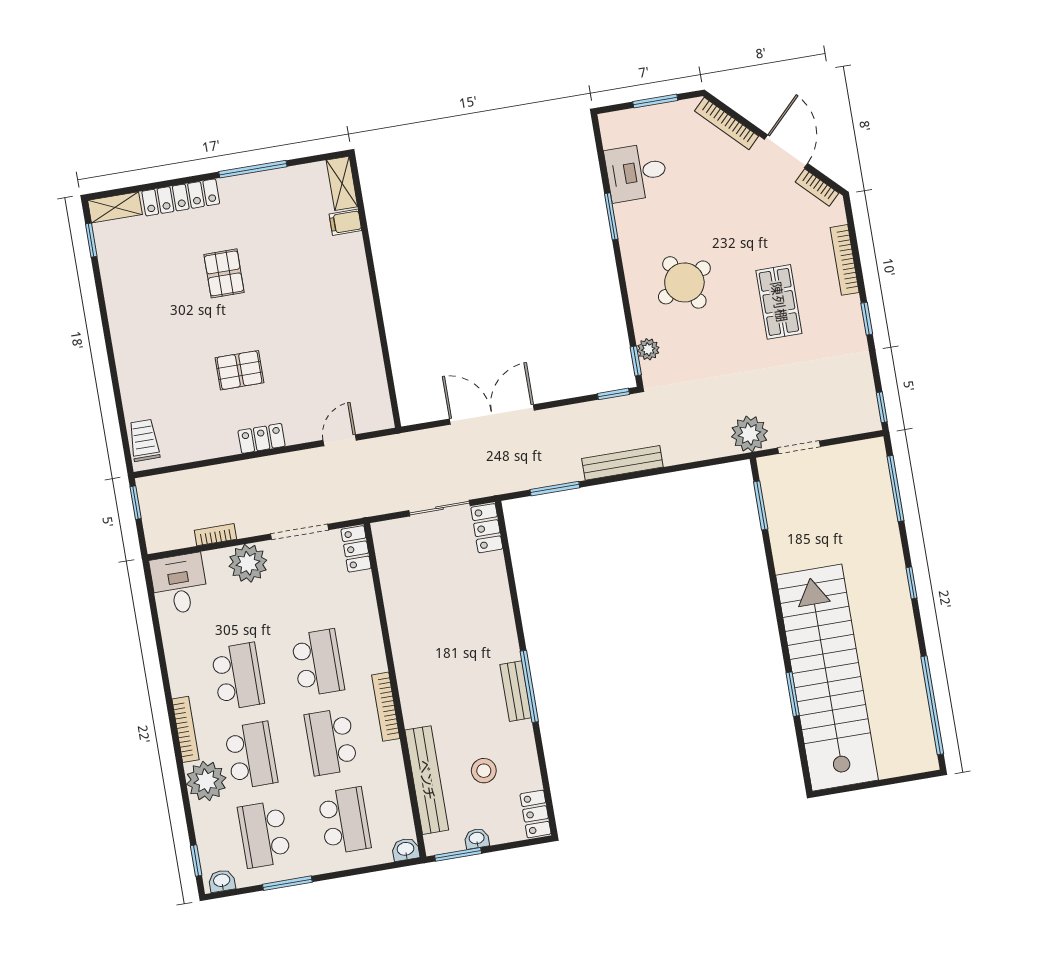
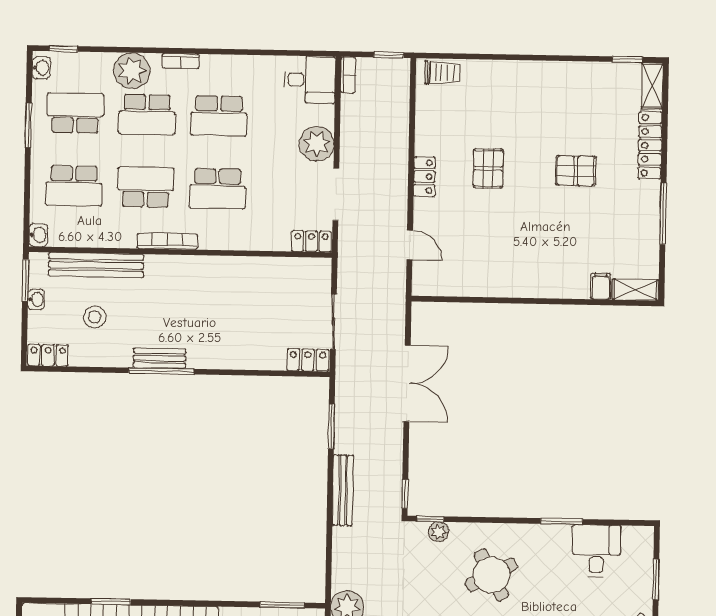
bookcase: (215, 535) -> (348, 75), moved
bookcase: (185, 729) -> (181, 61), width x0.64

